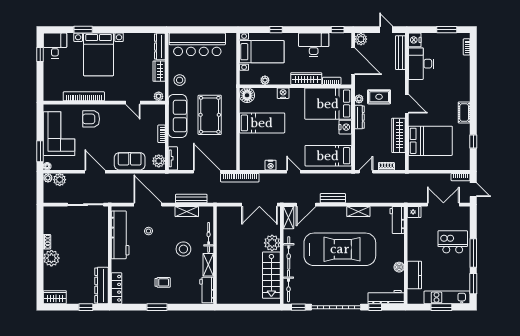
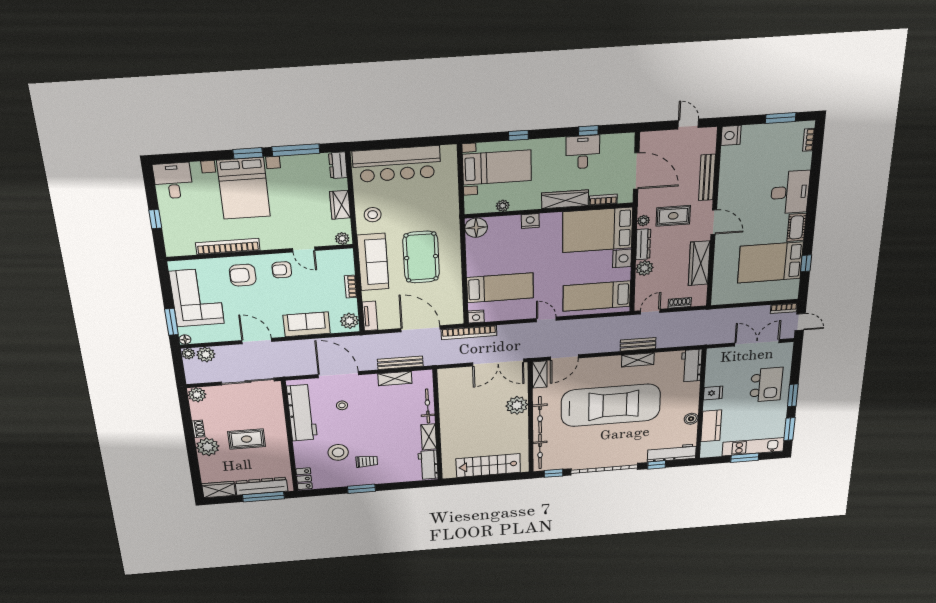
window: (83, 30) -> (248, 153), moved
window: (134, 30) -> (296, 150), added
window: (338, 30) -> (588, 131), moved
plant: (361, 39) -> (645, 268), moved
desk: (314, 45) -> (583, 152), width x0.73
dresser: (160, 47) -> (338, 165), width x0.70
bench: (400, 53) -> (707, 177), moved
window: (40, 54) -> (155, 219), moved
desk: (421, 64) -> (790, 192), moved, turned 180
armchair: (117, 117) -> (282, 270), added
bed: (262, 123) -> (500, 288), moved
bed: (430, 141) -> (770, 262), moved, turned 180
nightstand: (271, 165) -> (476, 317), moved
bench: (333, 198) -> (638, 344), moved
plant: (50, 212) -> (197, 395), added
fridge: (414, 212) -> (713, 393), moved
kitchen island: (453, 242) -> (766, 385), turned 90
stool: (183, 249) -> (338, 452), moved
window: (473, 253) -> (793, 395), width x0.69
rug: (79, 254) -> (247, 439), added
stairs: (271, 275) -> (488, 466), moved, turned 90
dresser: (101, 285) -> (261, 486), moved, turned 90
locker: (116, 288) -> (304, 479), width x0.66
window: (86, 307) -> (263, 497), width x2.17

